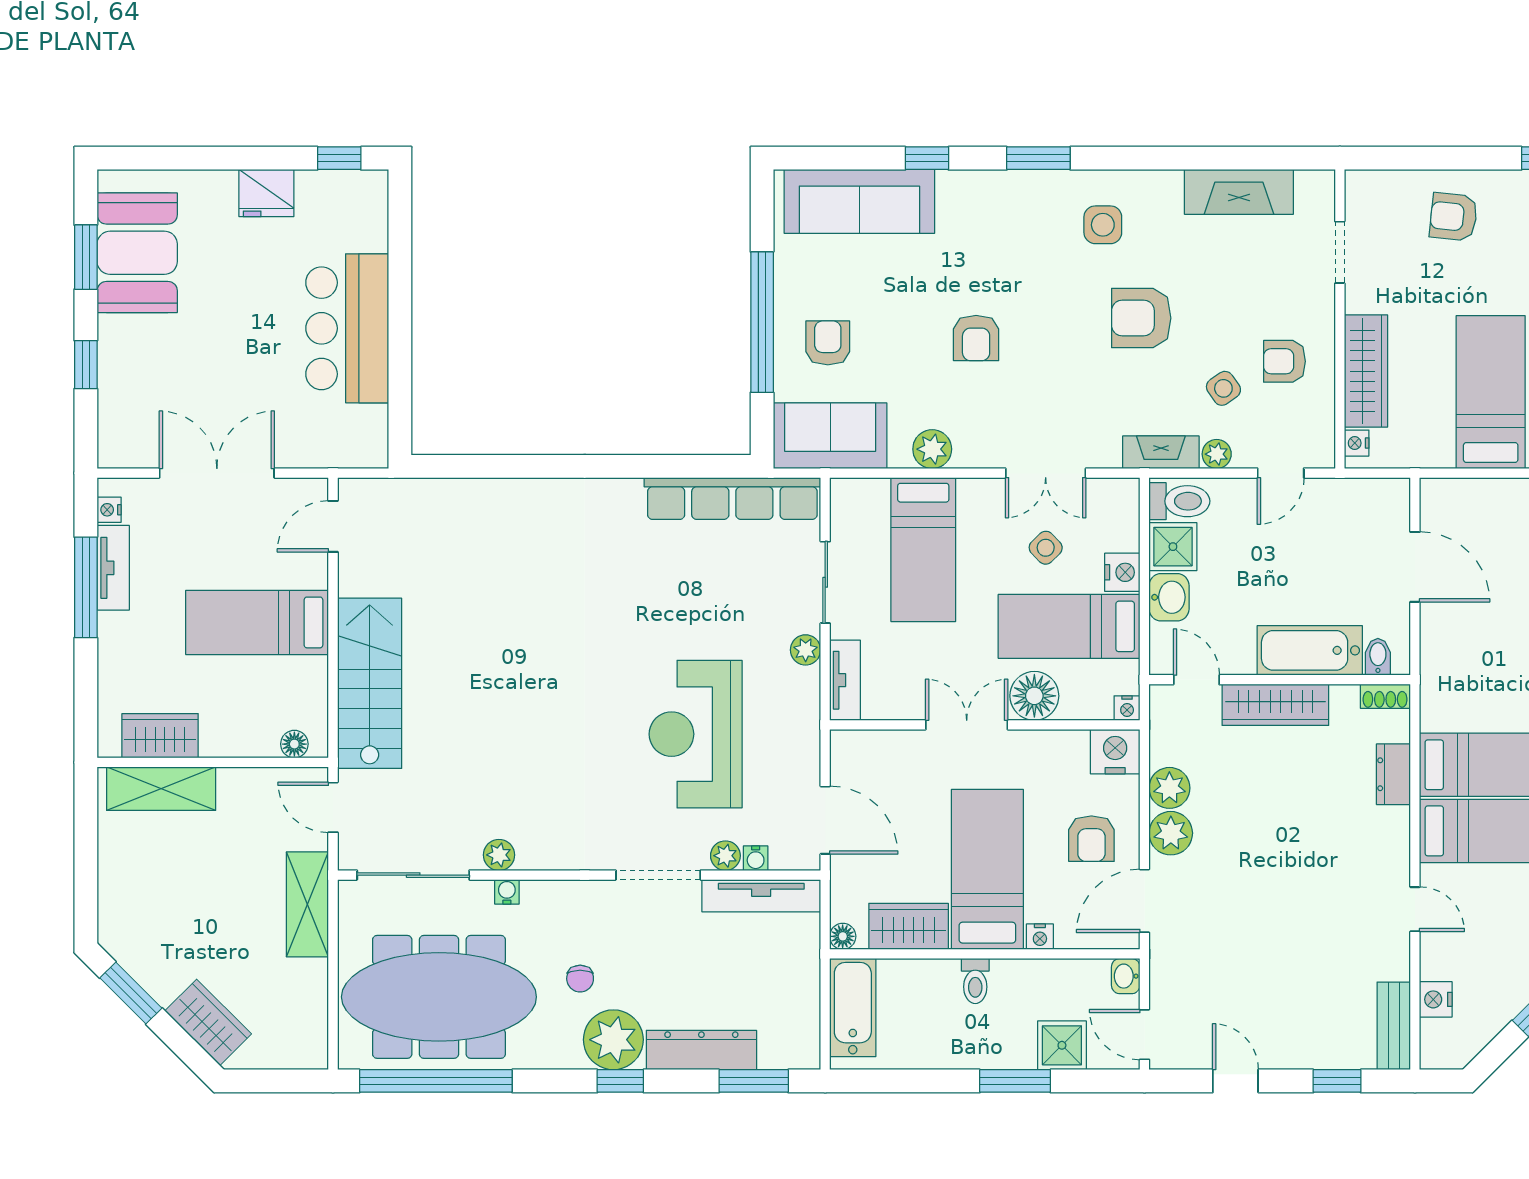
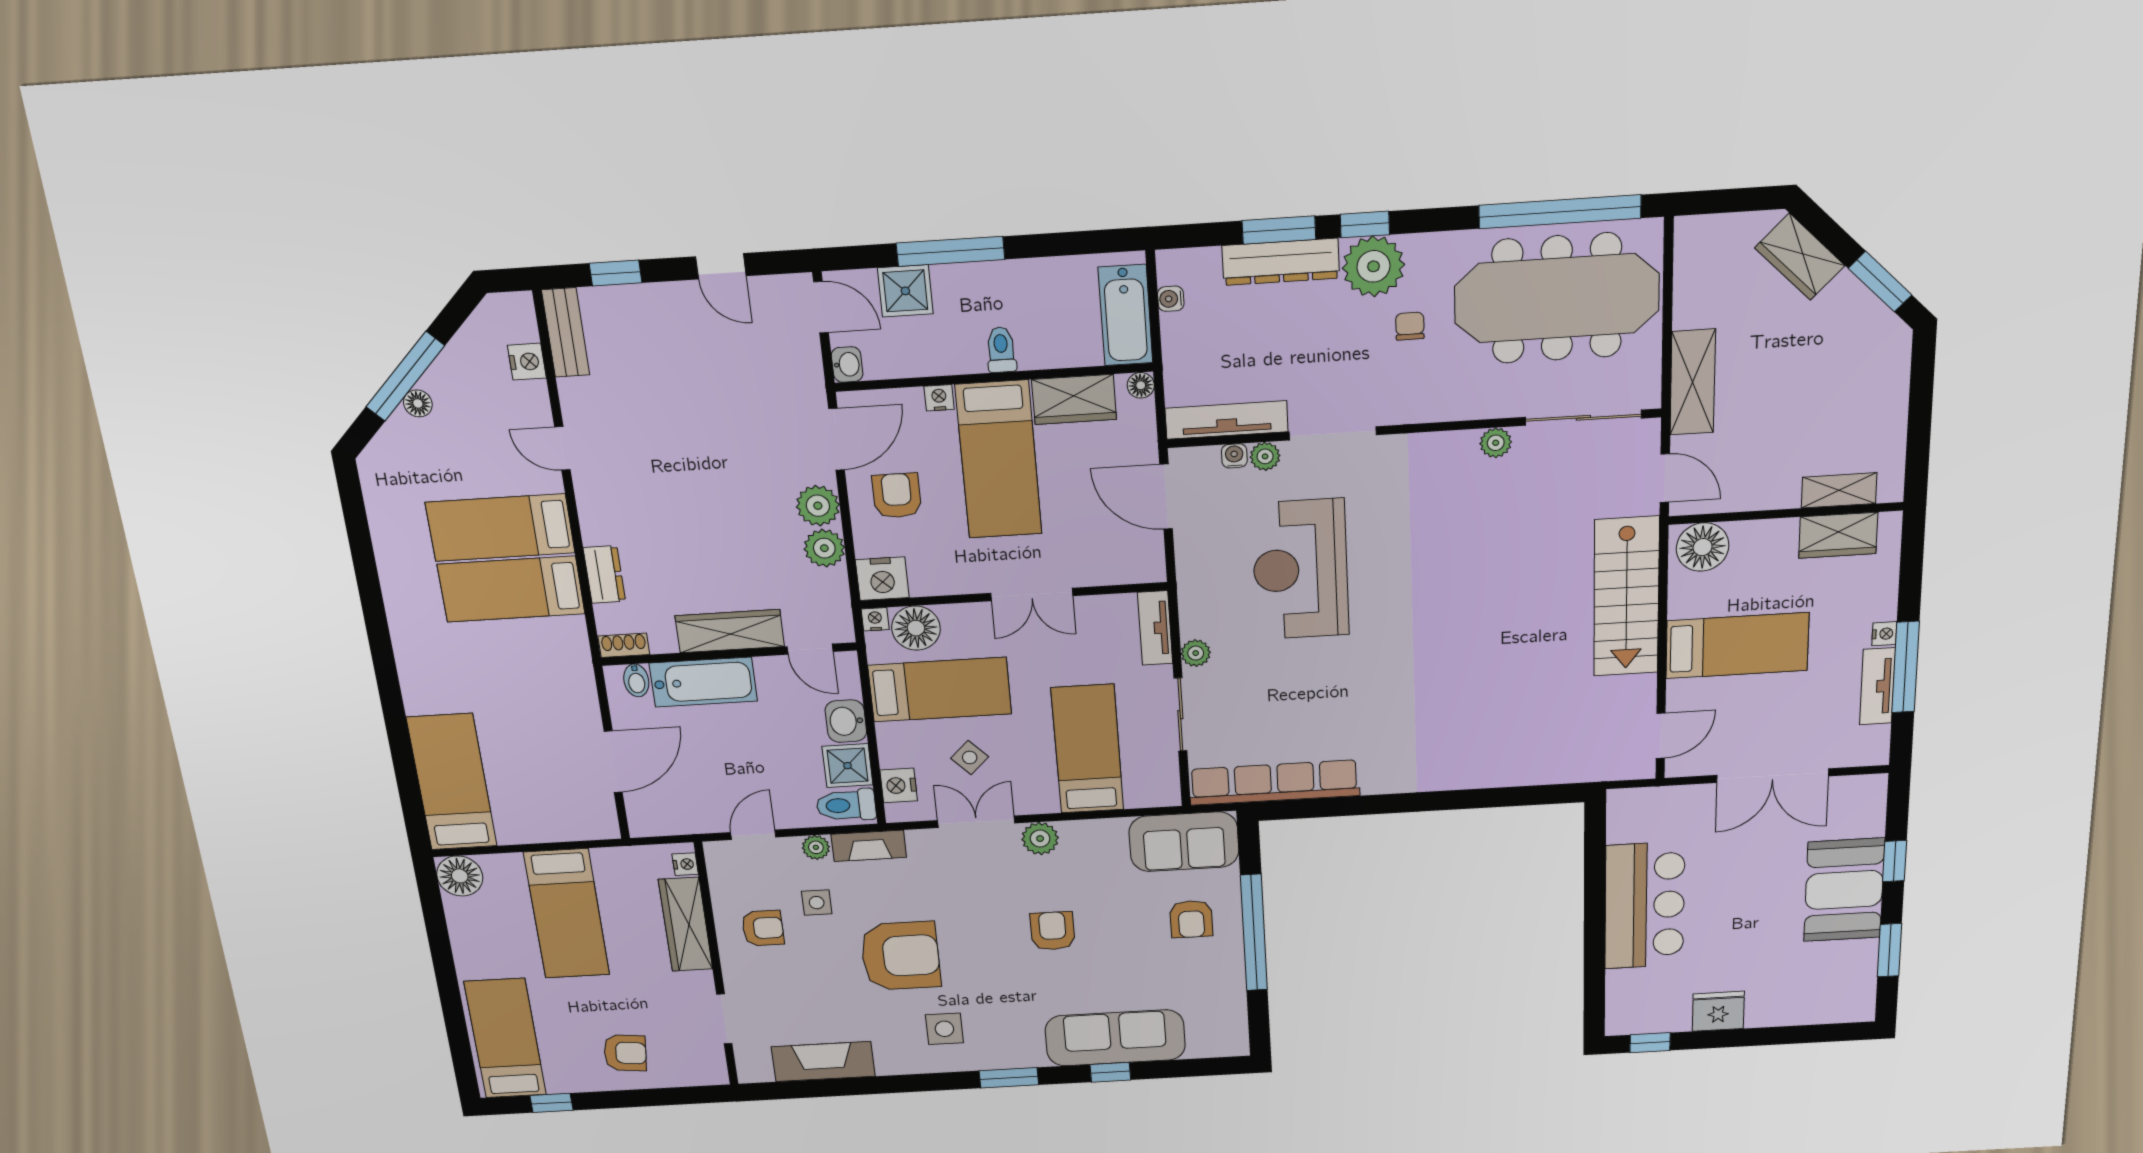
sofa: (859, 201) -> (1115, 1038), moved
booth: (137, 253) -> (1844, 890), moved
armchair: (1141, 318) -> (900, 956), width x1.36, depth x1.36
side table: (1223, 388) -> (817, 903), turned 35
plant: (932, 449) -> (1040, 839), moved
nightstand: (109, 510) -> (1884, 634), moved
door: (1415, 567) -> (613, 762), swing flipped
nightstand: (1122, 572) -> (899, 785), moved
floor lamp: (1034, 696) -> (916, 628), moved
reception desk: (696, 734) -> (1300, 569), turned 180
floor lamp: (294, 744) -> (1703, 547), width x1.89, depth x1.89
shelving: (161, 789) -> (1839, 490), width x0.67, depth x0.75
water cooler: (507, 892) -> (1171, 299), moved, turned 90
window: (754, 1081) -> (1279, 230), moved
window: (1015, 1081) -> (950, 251), width x1.44

